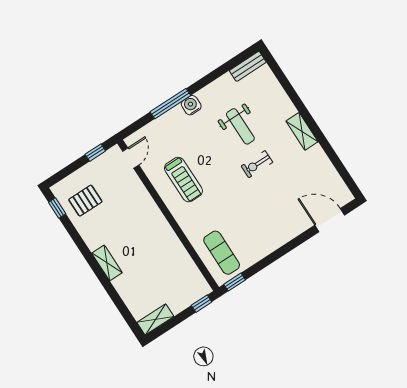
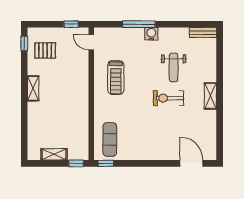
door: (131, 158) -> (91, 42), swing flipped
exercise bike: (257, 164) -> (168, 98), width x1.38, depth x1.39
shelving: (107, 263) -> (33, 88), moved
shelving: (155, 319) -> (54, 154), moved

